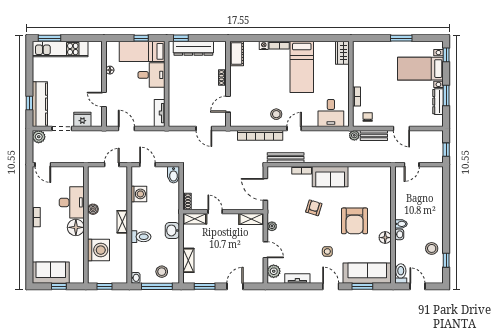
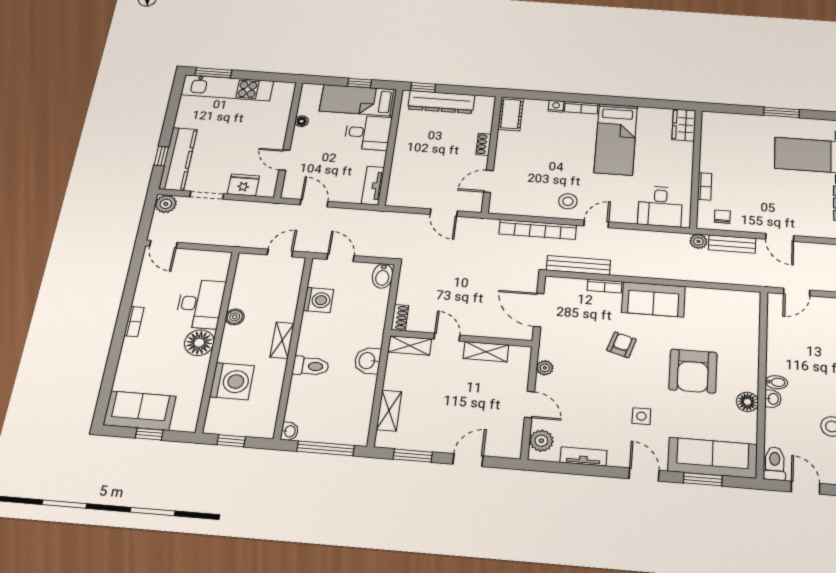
shelving: (251, 219) -> (486, 352), moved
stool: (162, 272) -> (338, 425), removed

